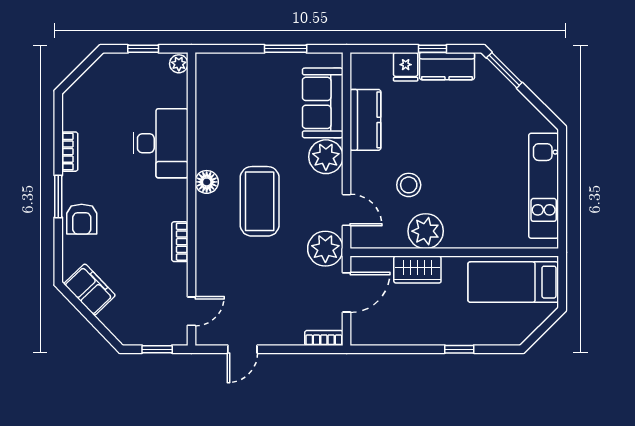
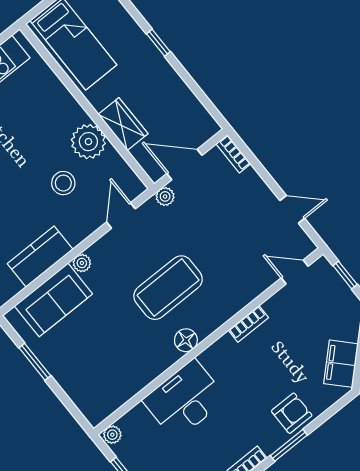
plant: (326, 157) -> (82, 263), width x0.53, depth x0.53
plant: (325, 249) -> (165, 196), width x0.53, depth x0.53

